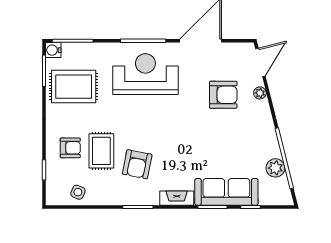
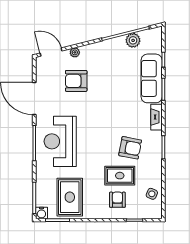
armchair: (223, 95) -> (76, 81), turned -90

